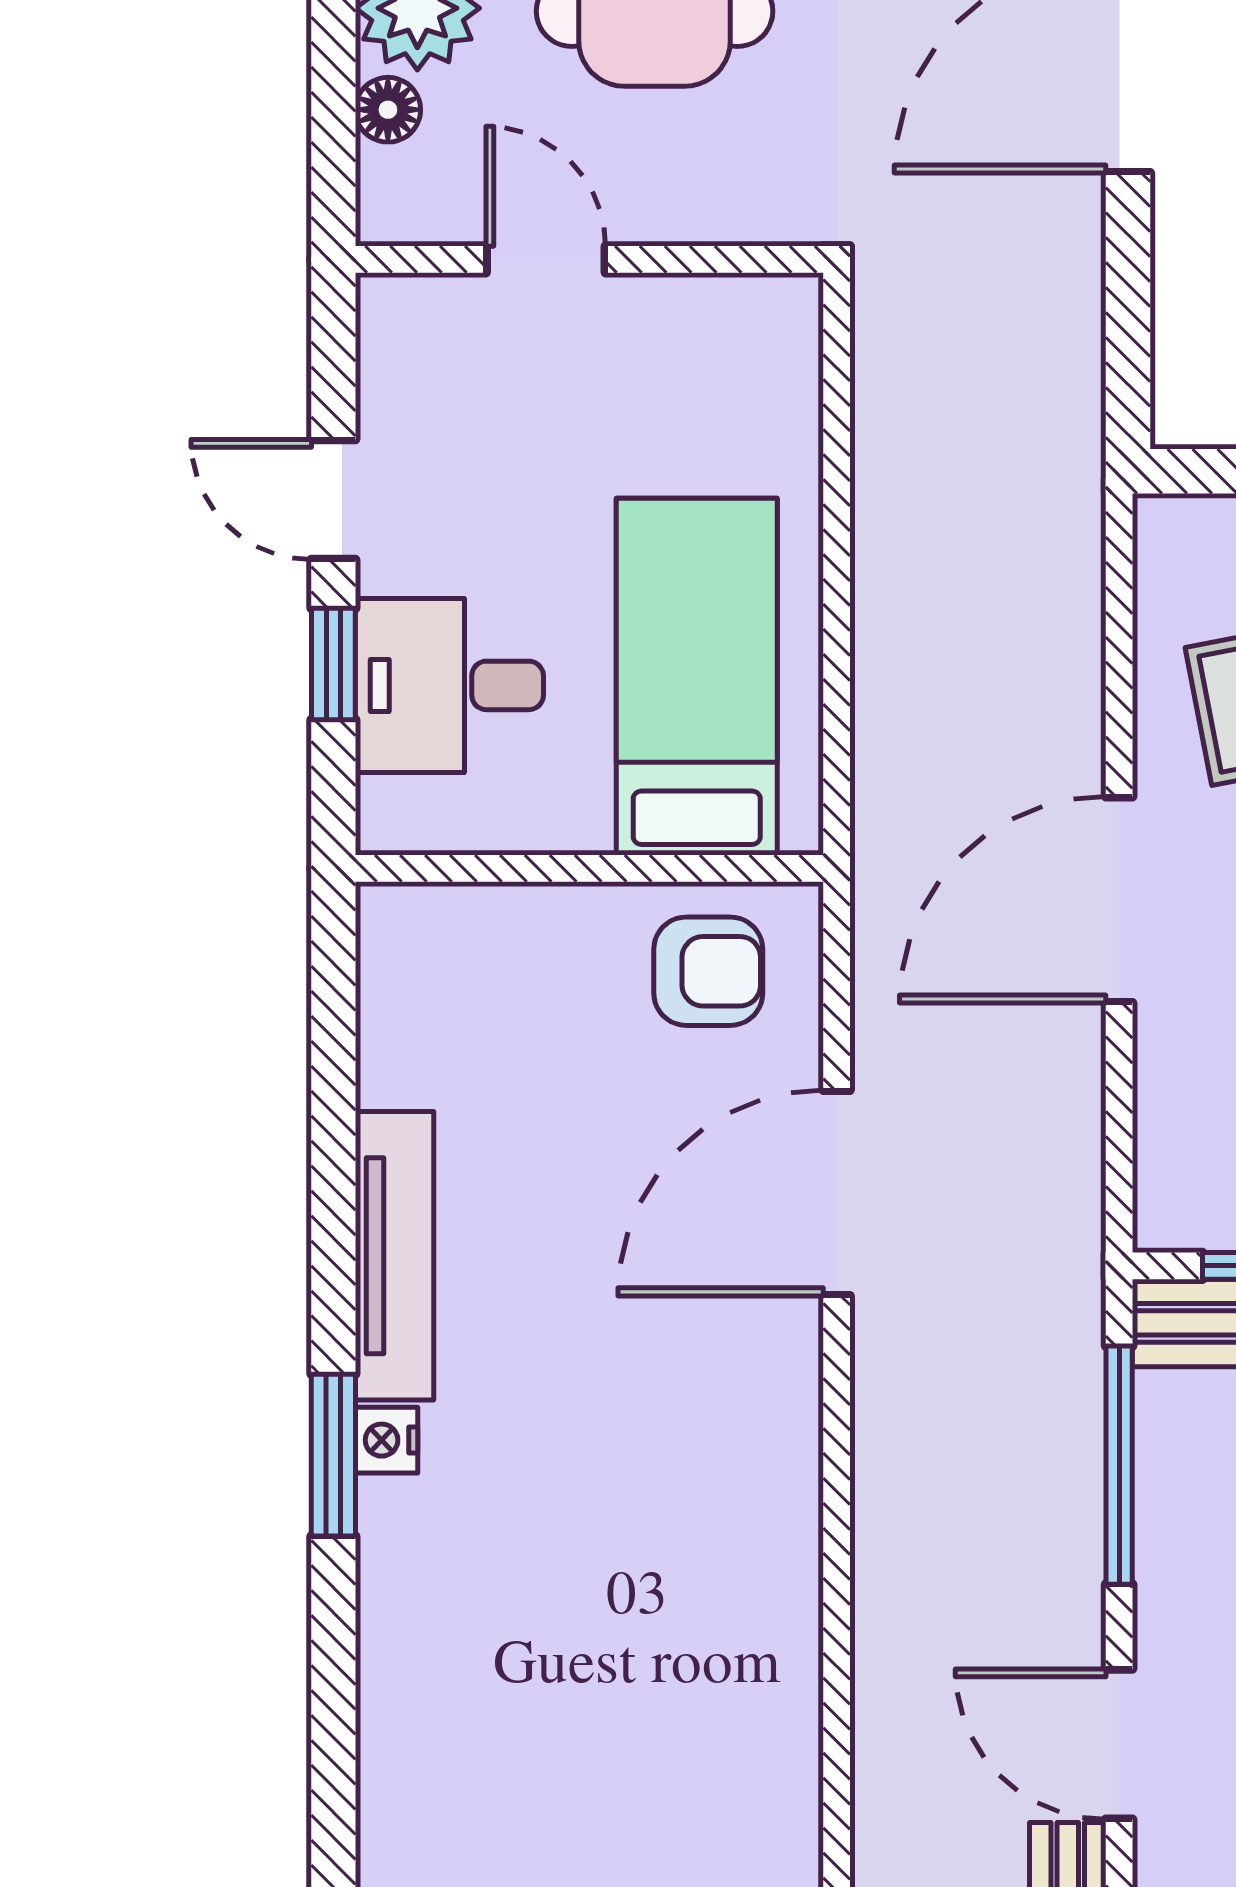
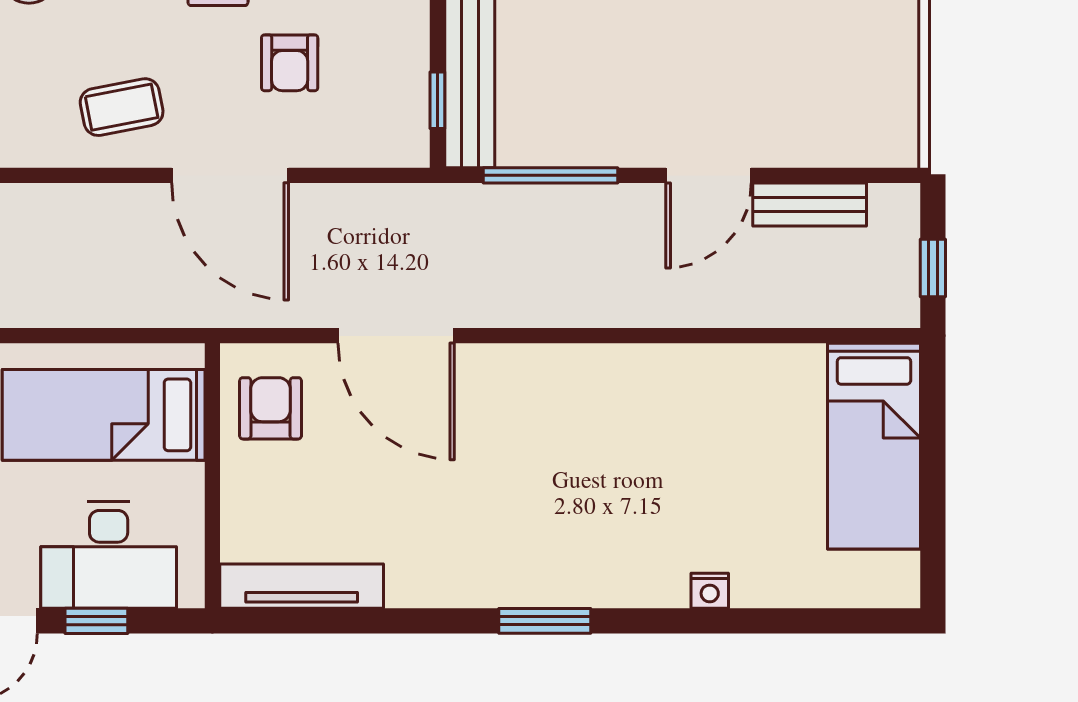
desk: (449, 685) -> (109, 555), width x1.37
tv unit: (395, 1256) -> (302, 586), moved
nightstand: (387, 1440) -> (710, 591), moved

